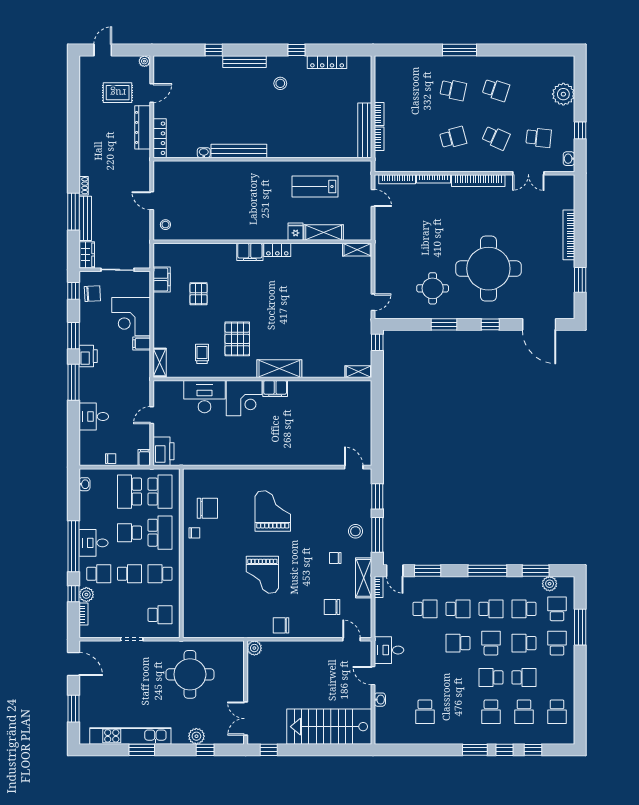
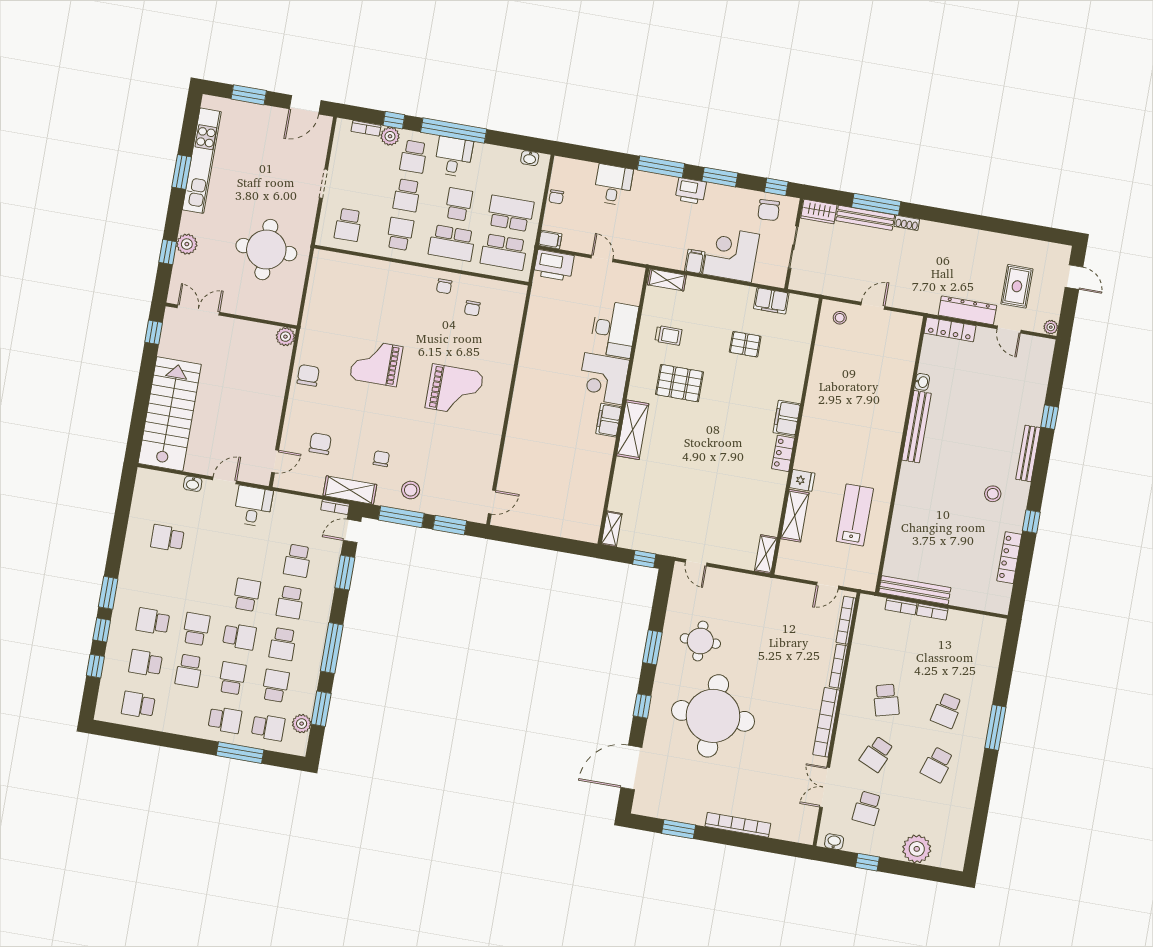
chair: (207, 508) -> (472, 308), width x0.54, depth x0.54

